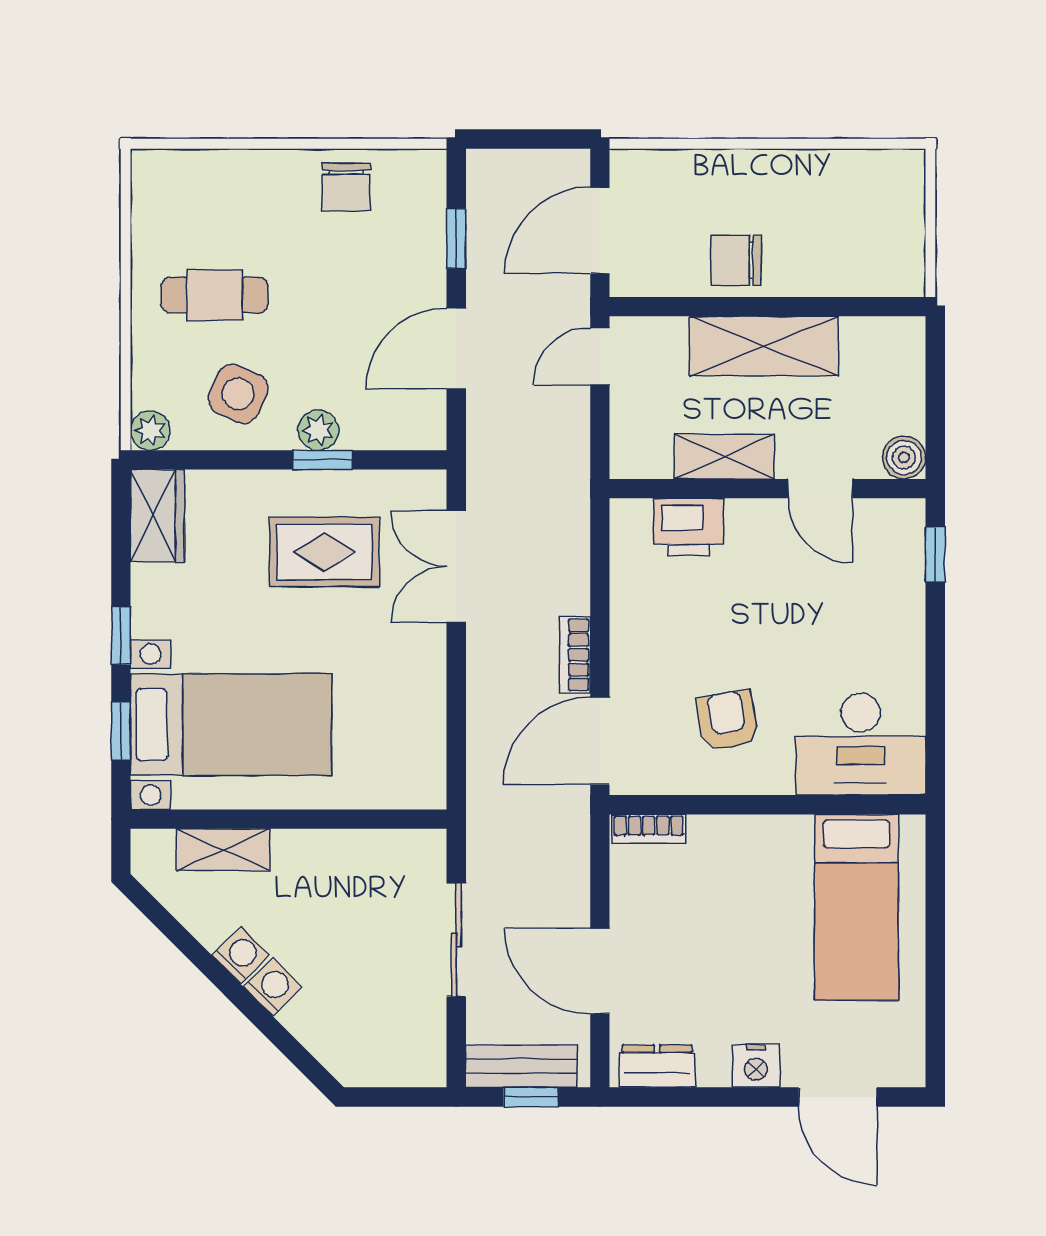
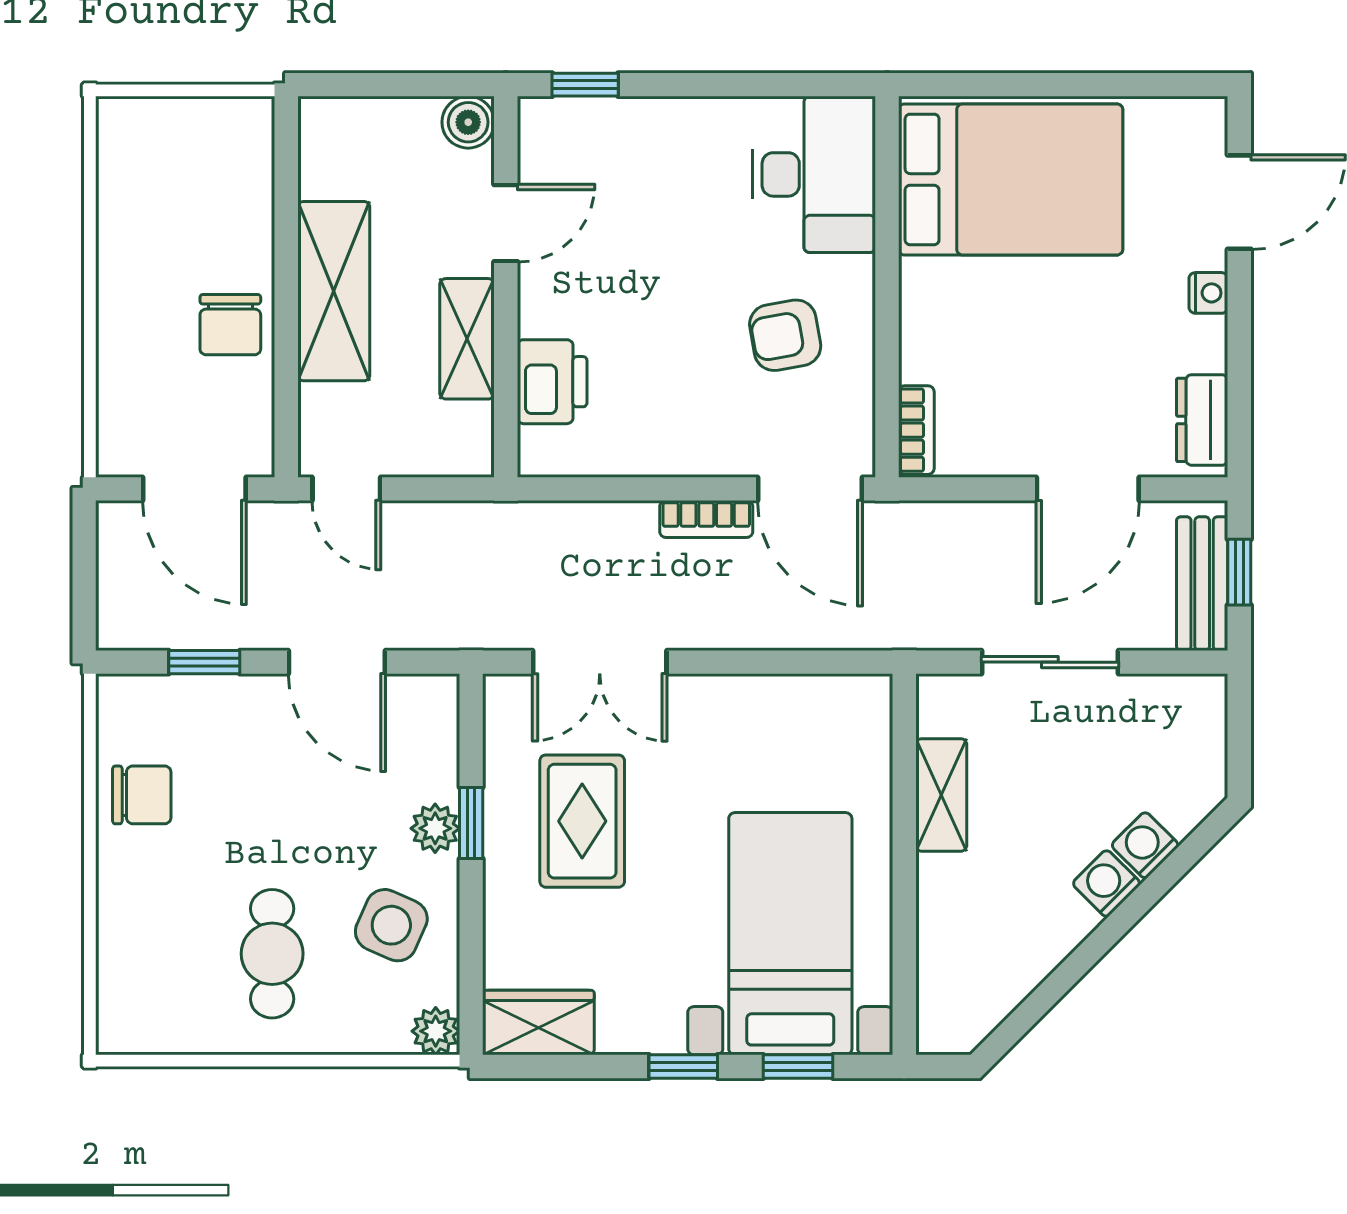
shelving: (223, 850) -> (941, 795), moved
bed: (857, 907) -> (1011, 179), width x1.50
washing machine: (241, 955) -> (1145, 845), moved
nightstand: (756, 1066) -> (1208, 293), width x0.72, depth x0.74

